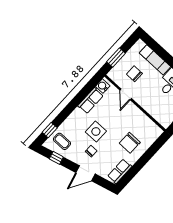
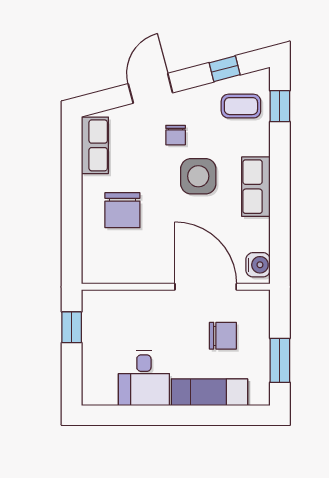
window: (116, 58) -> (280, 360), moved
door: (126, 94) -> (206, 287), width x1.87
row of seats: (91, 101) -> (256, 187), moved
chair: (130, 143) -> (122, 210), turned 180

